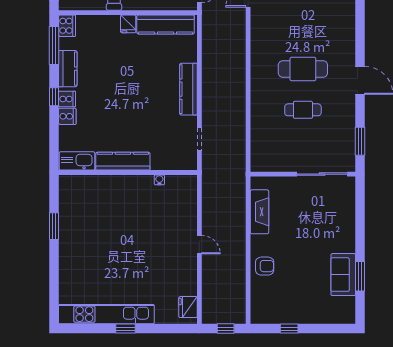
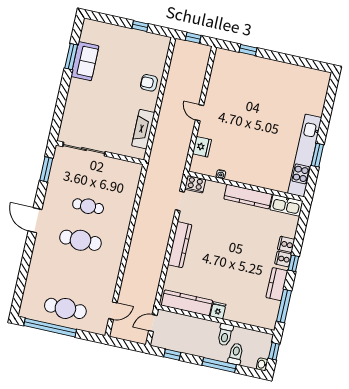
cooker: (67, 26) -> (195, 184), moved, turned -90
fridge: (188, 307) -> (202, 147), moved
kitchen unit: (106, 314) -> (305, 155), moved, turned 90
window: (125, 329) -> (248, 50), moved

